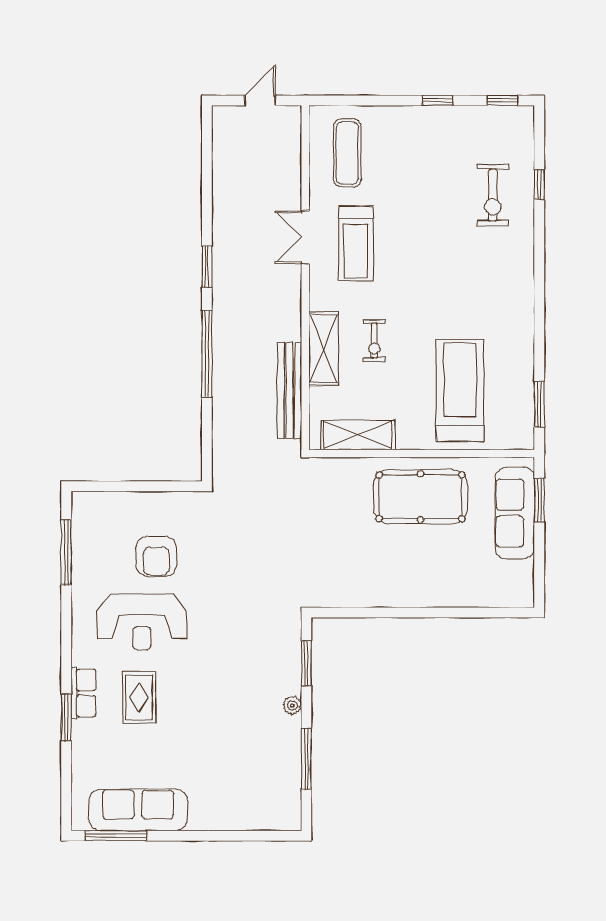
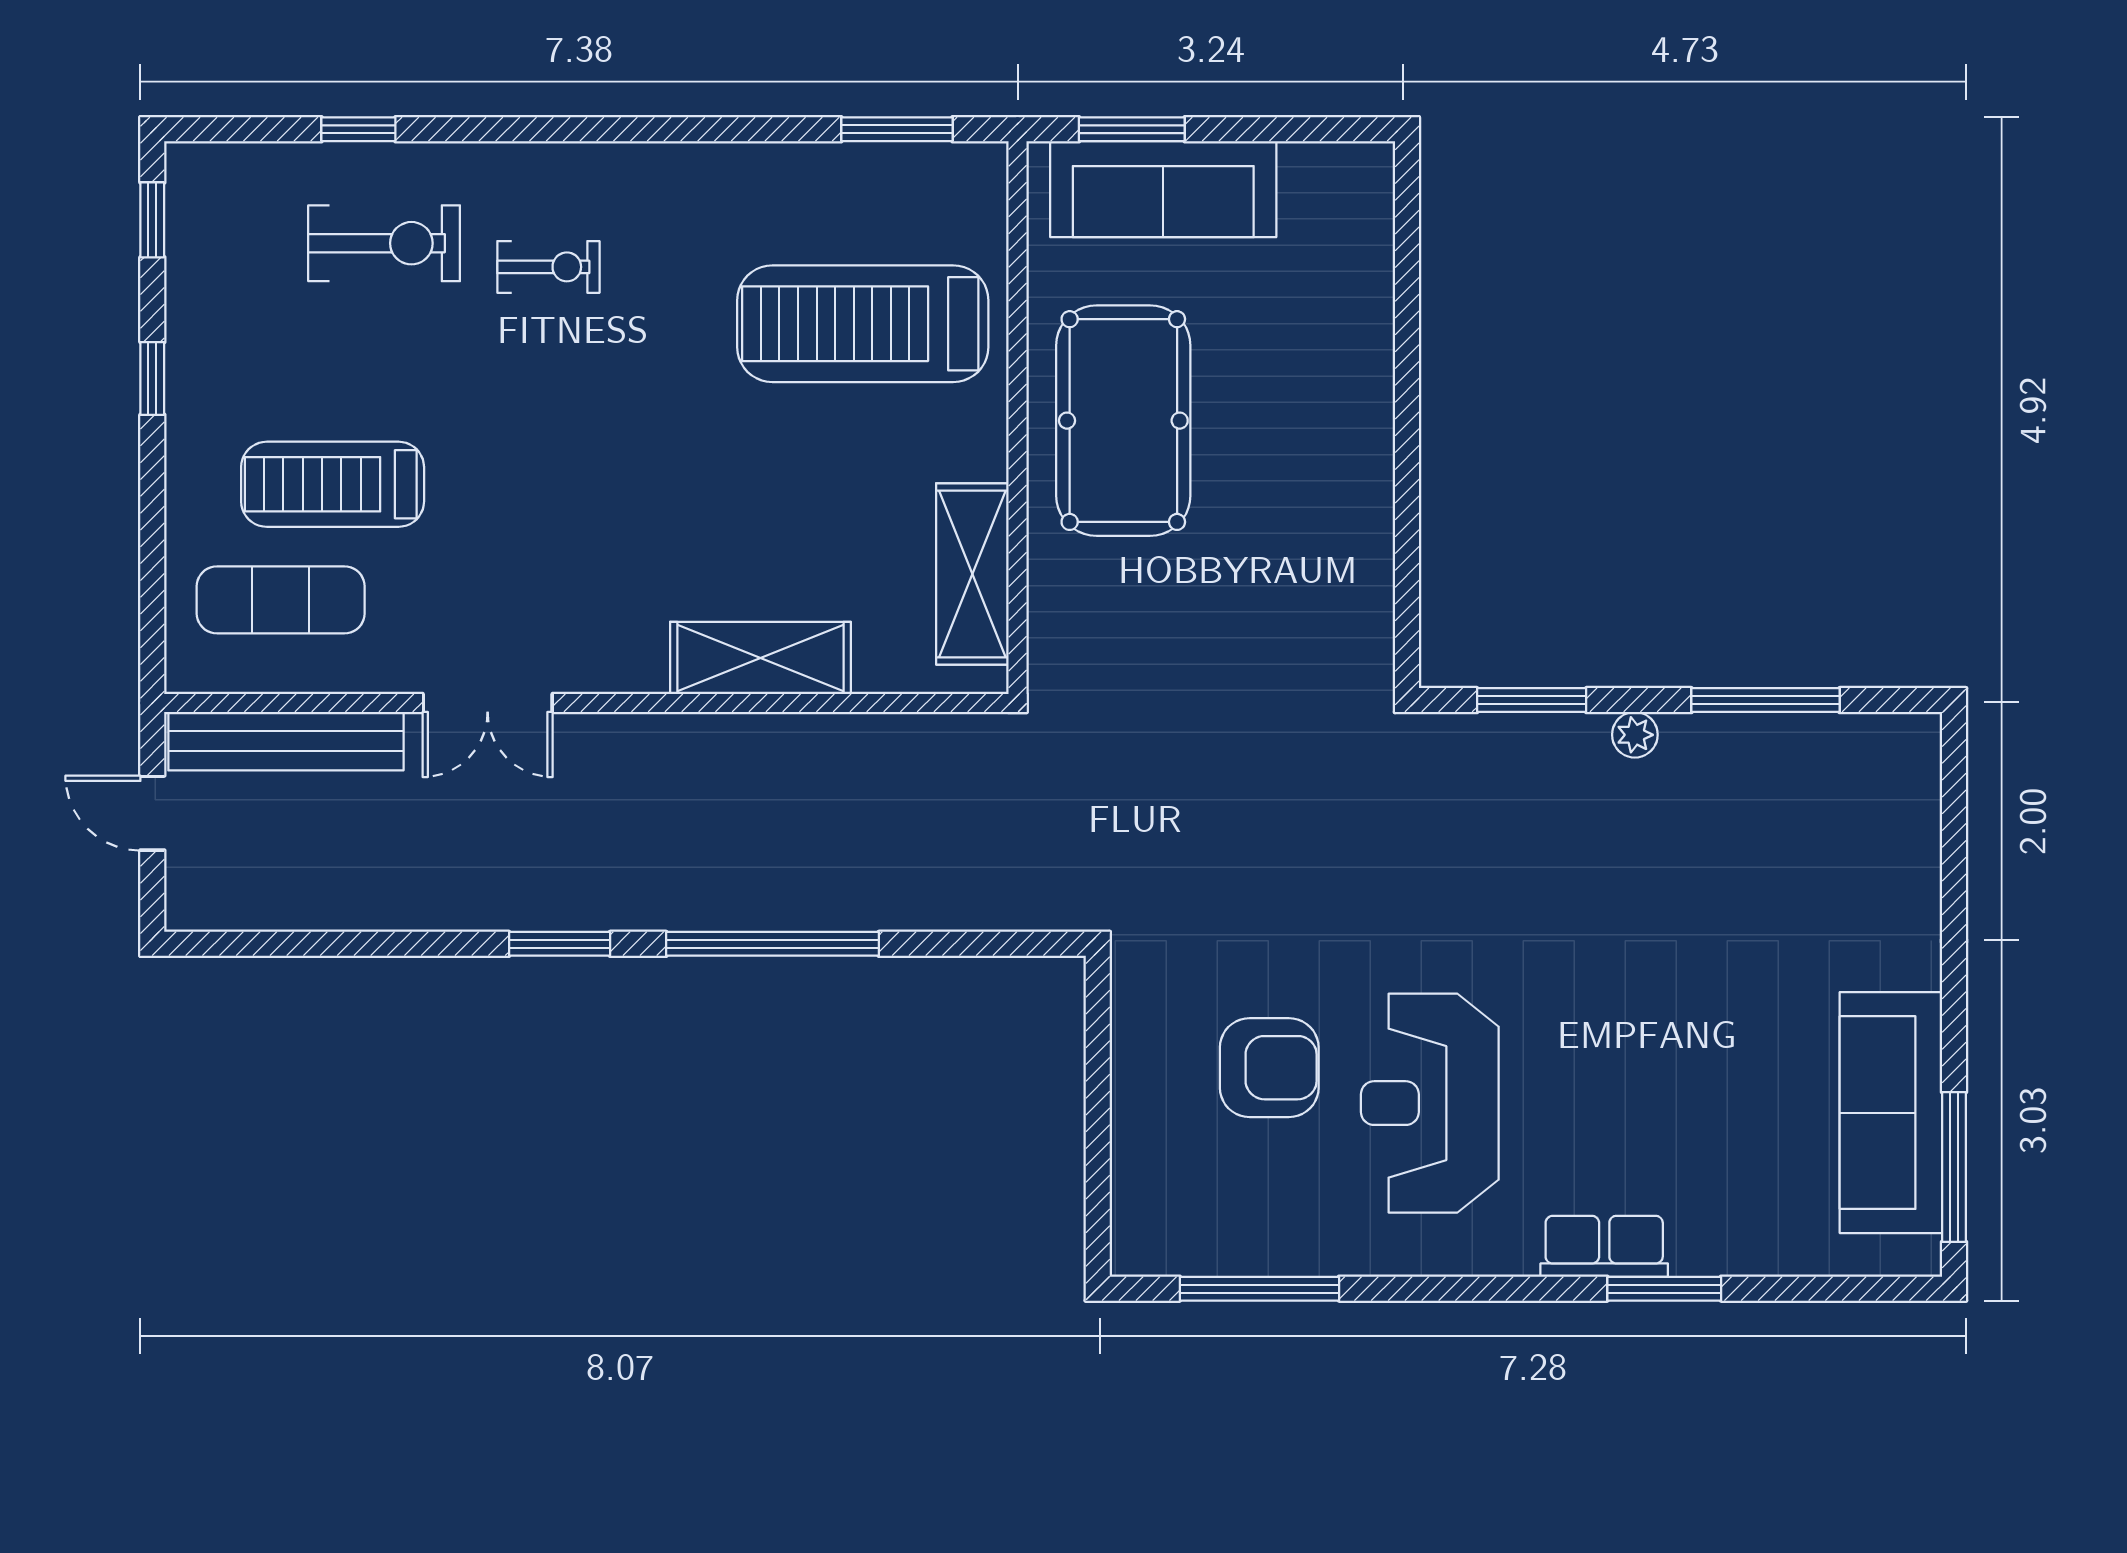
treadmill: (356, 244) -> (333, 484), moved, turned 180
exercise bike: (374, 341) -> (548, 267), moved
bench: (290, 390) -> (286, 741), moved
reception desk: (142, 622) -> (1430, 1103), turned 180
rug: (139, 698) -> (1615, 1110), removed

